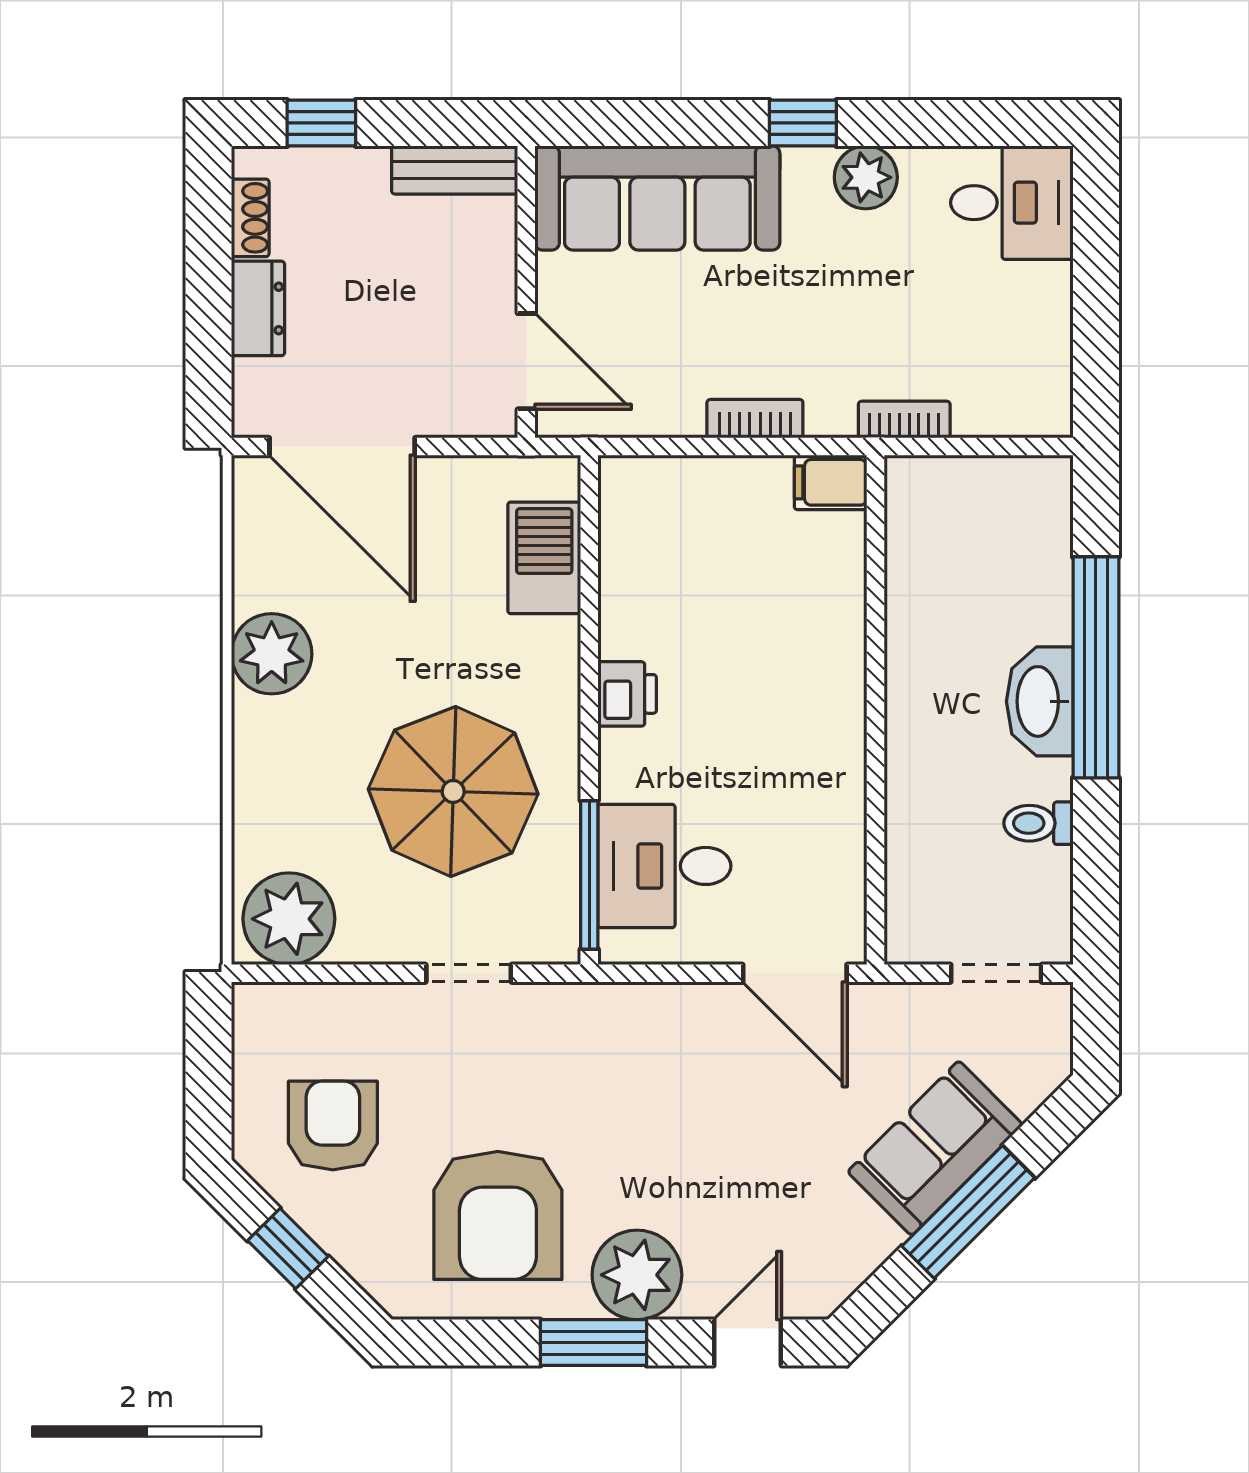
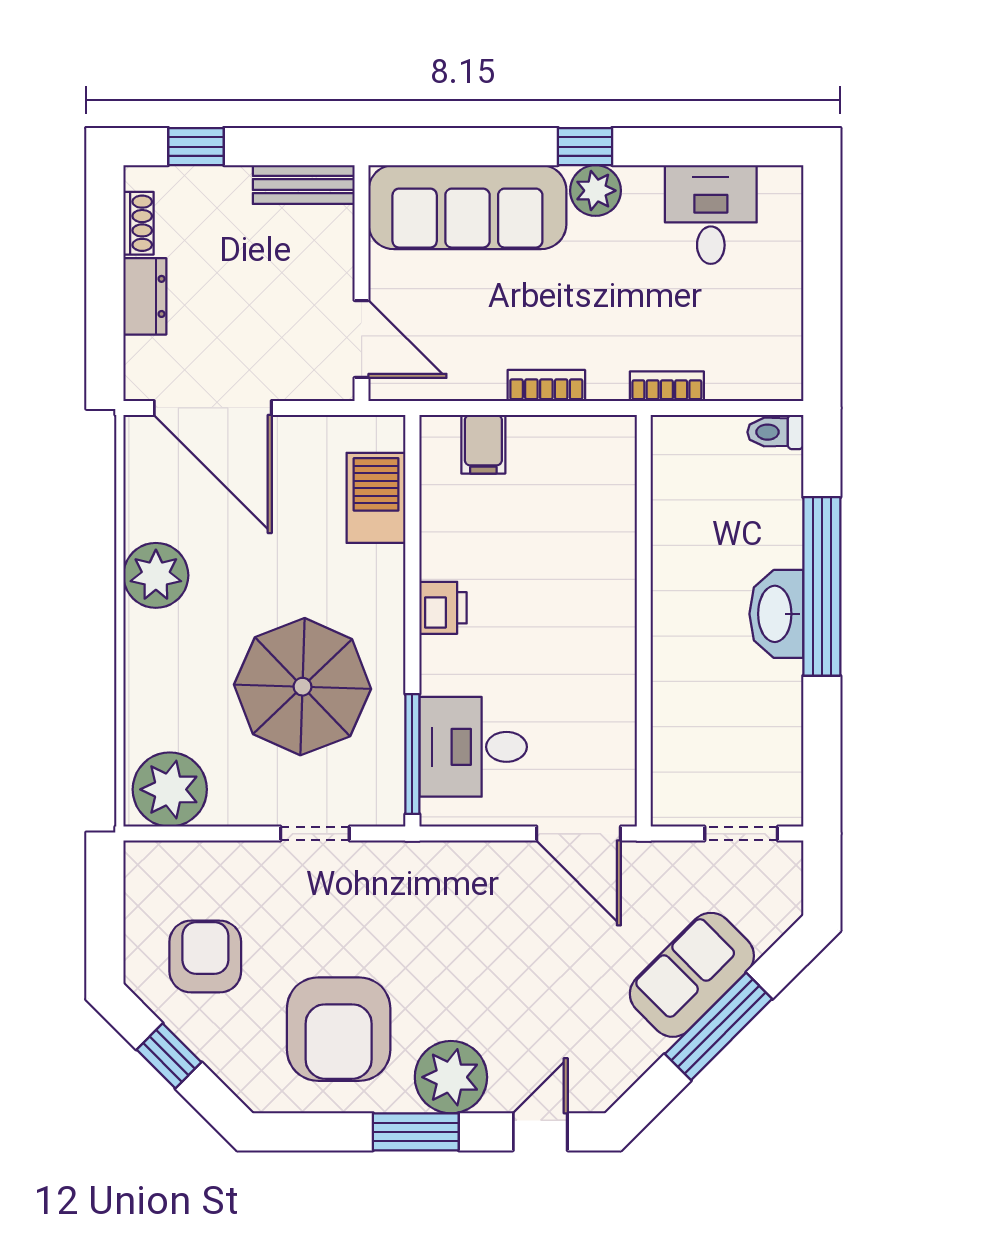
plant: (866, 177) -> (596, 191), moved
desk: (1012, 203) -> (711, 215), moved, turned -90
filing cabinet: (831, 482) -> (483, 444), moved, turned -90
toilet: (1038, 823) -> (775, 432), moved

